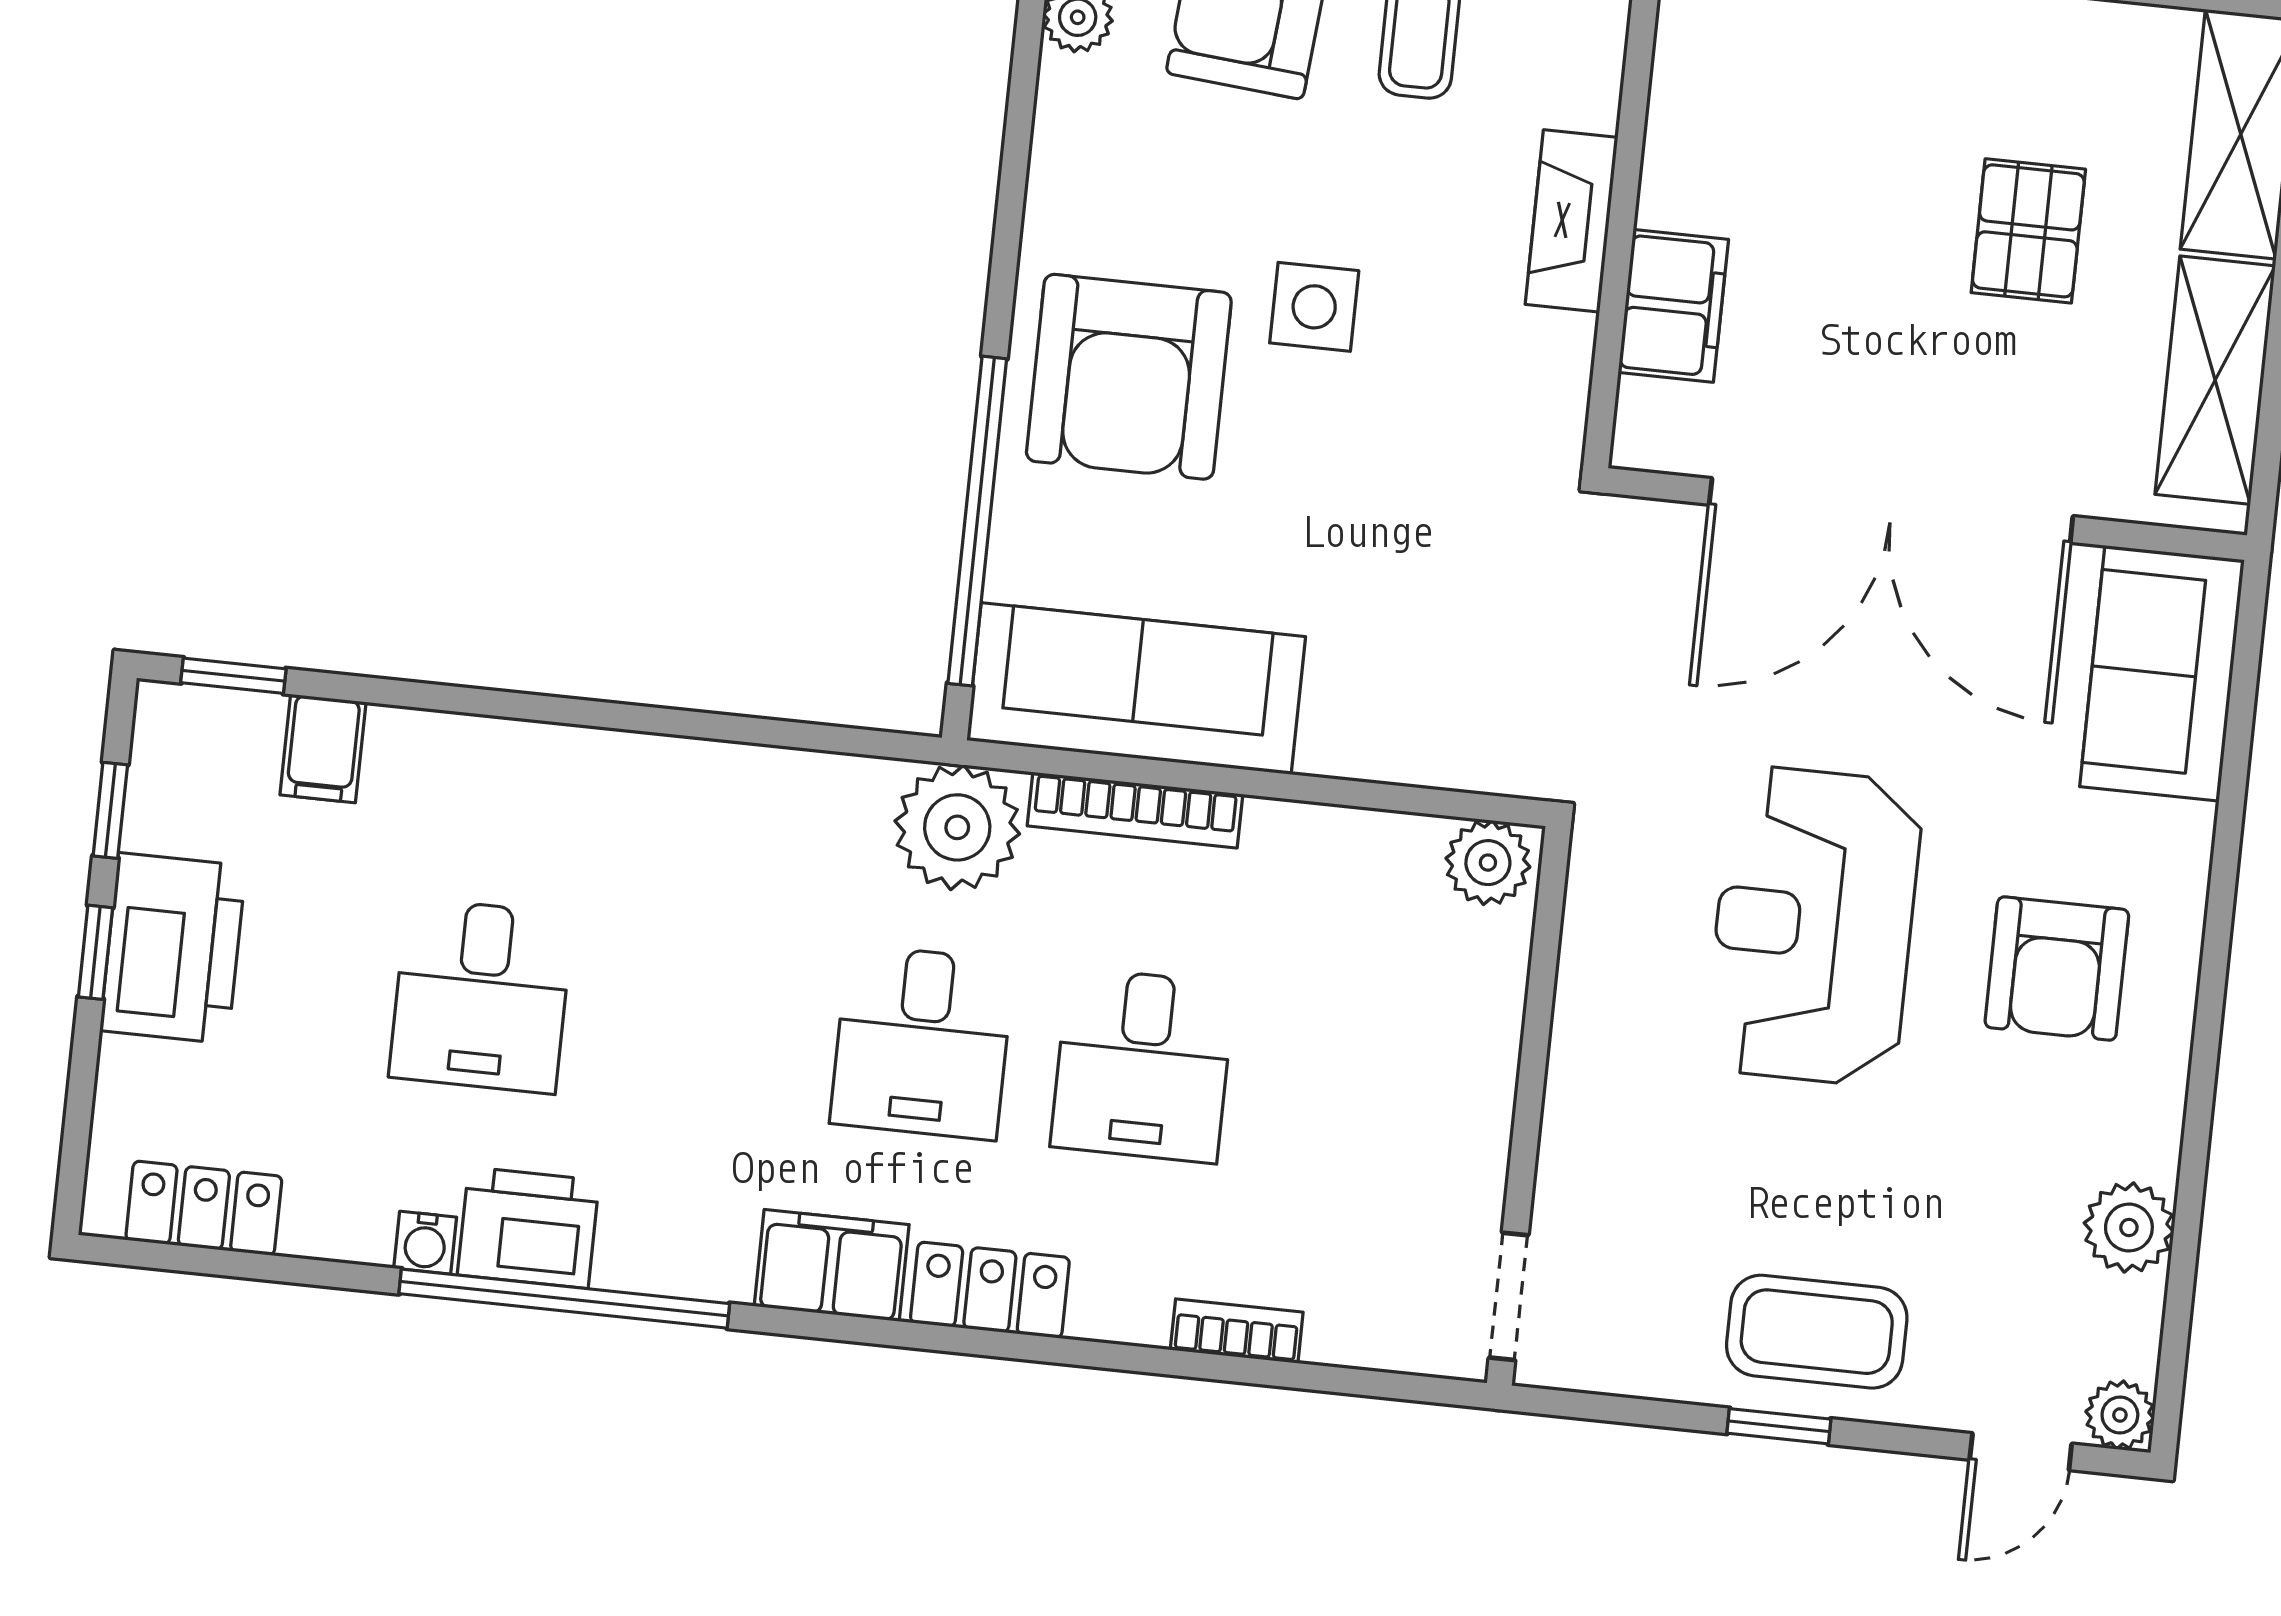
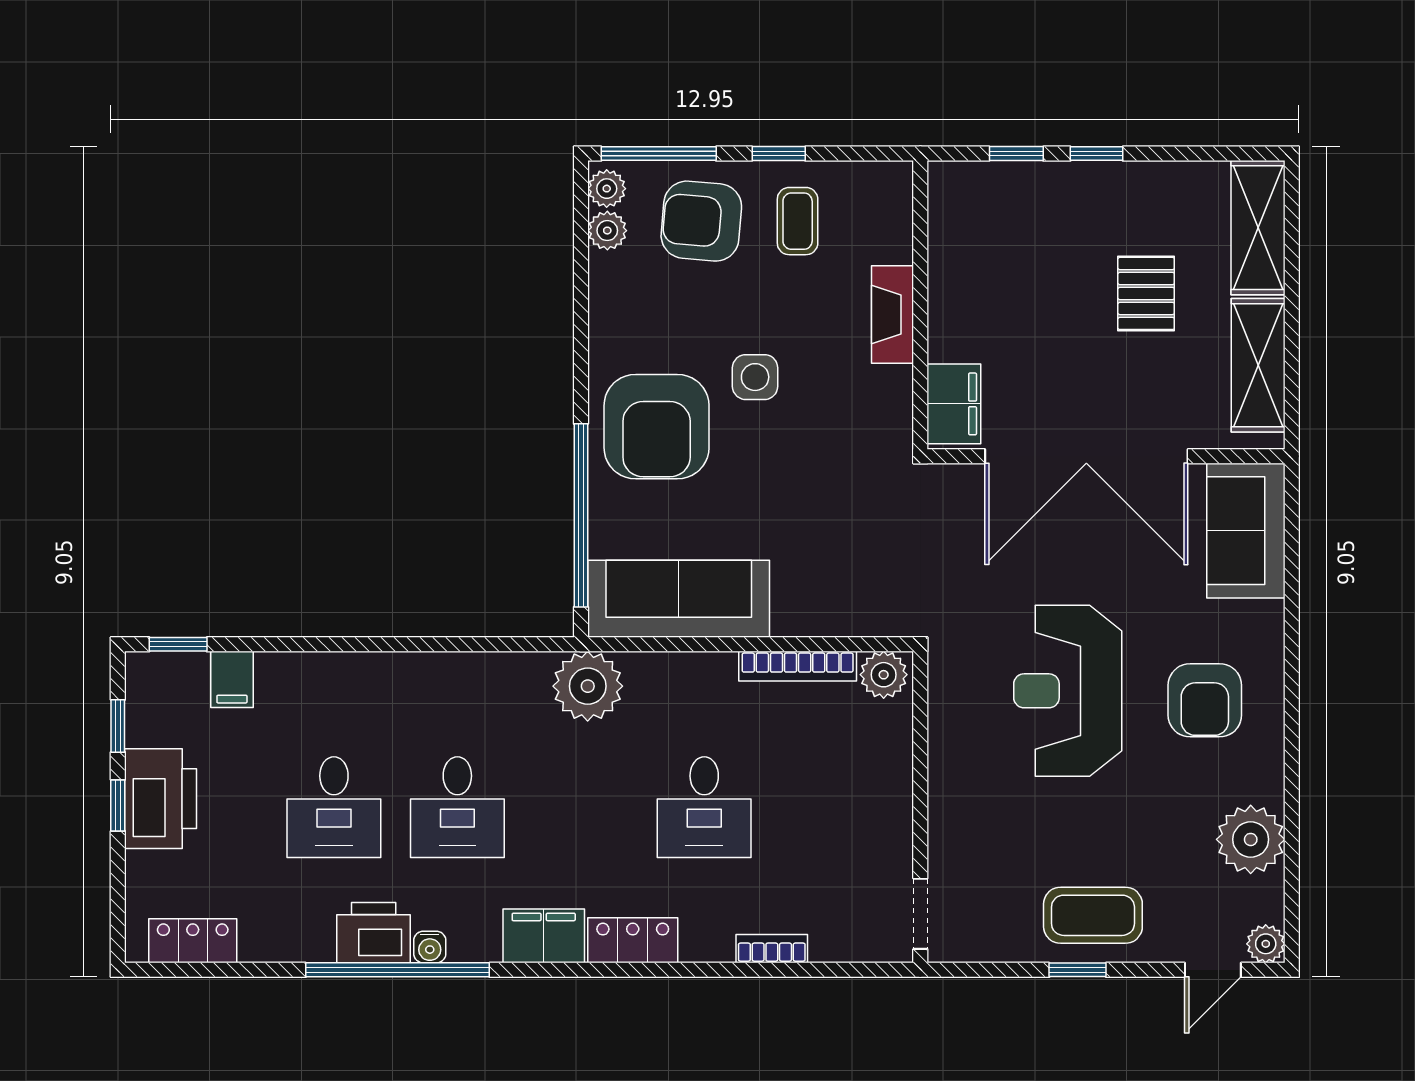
filing cabinet: (1673, 306) -> (954, 404), moved
bookcase: (1135, 810) -> (798, 666), moved
desk: (922, 1042) -> (457, 807), moved
plant: (2129, 1228) -> (1251, 839), width x1.36, depth x1.36
water cooler: (425, 1243) -> (430, 947), moved

